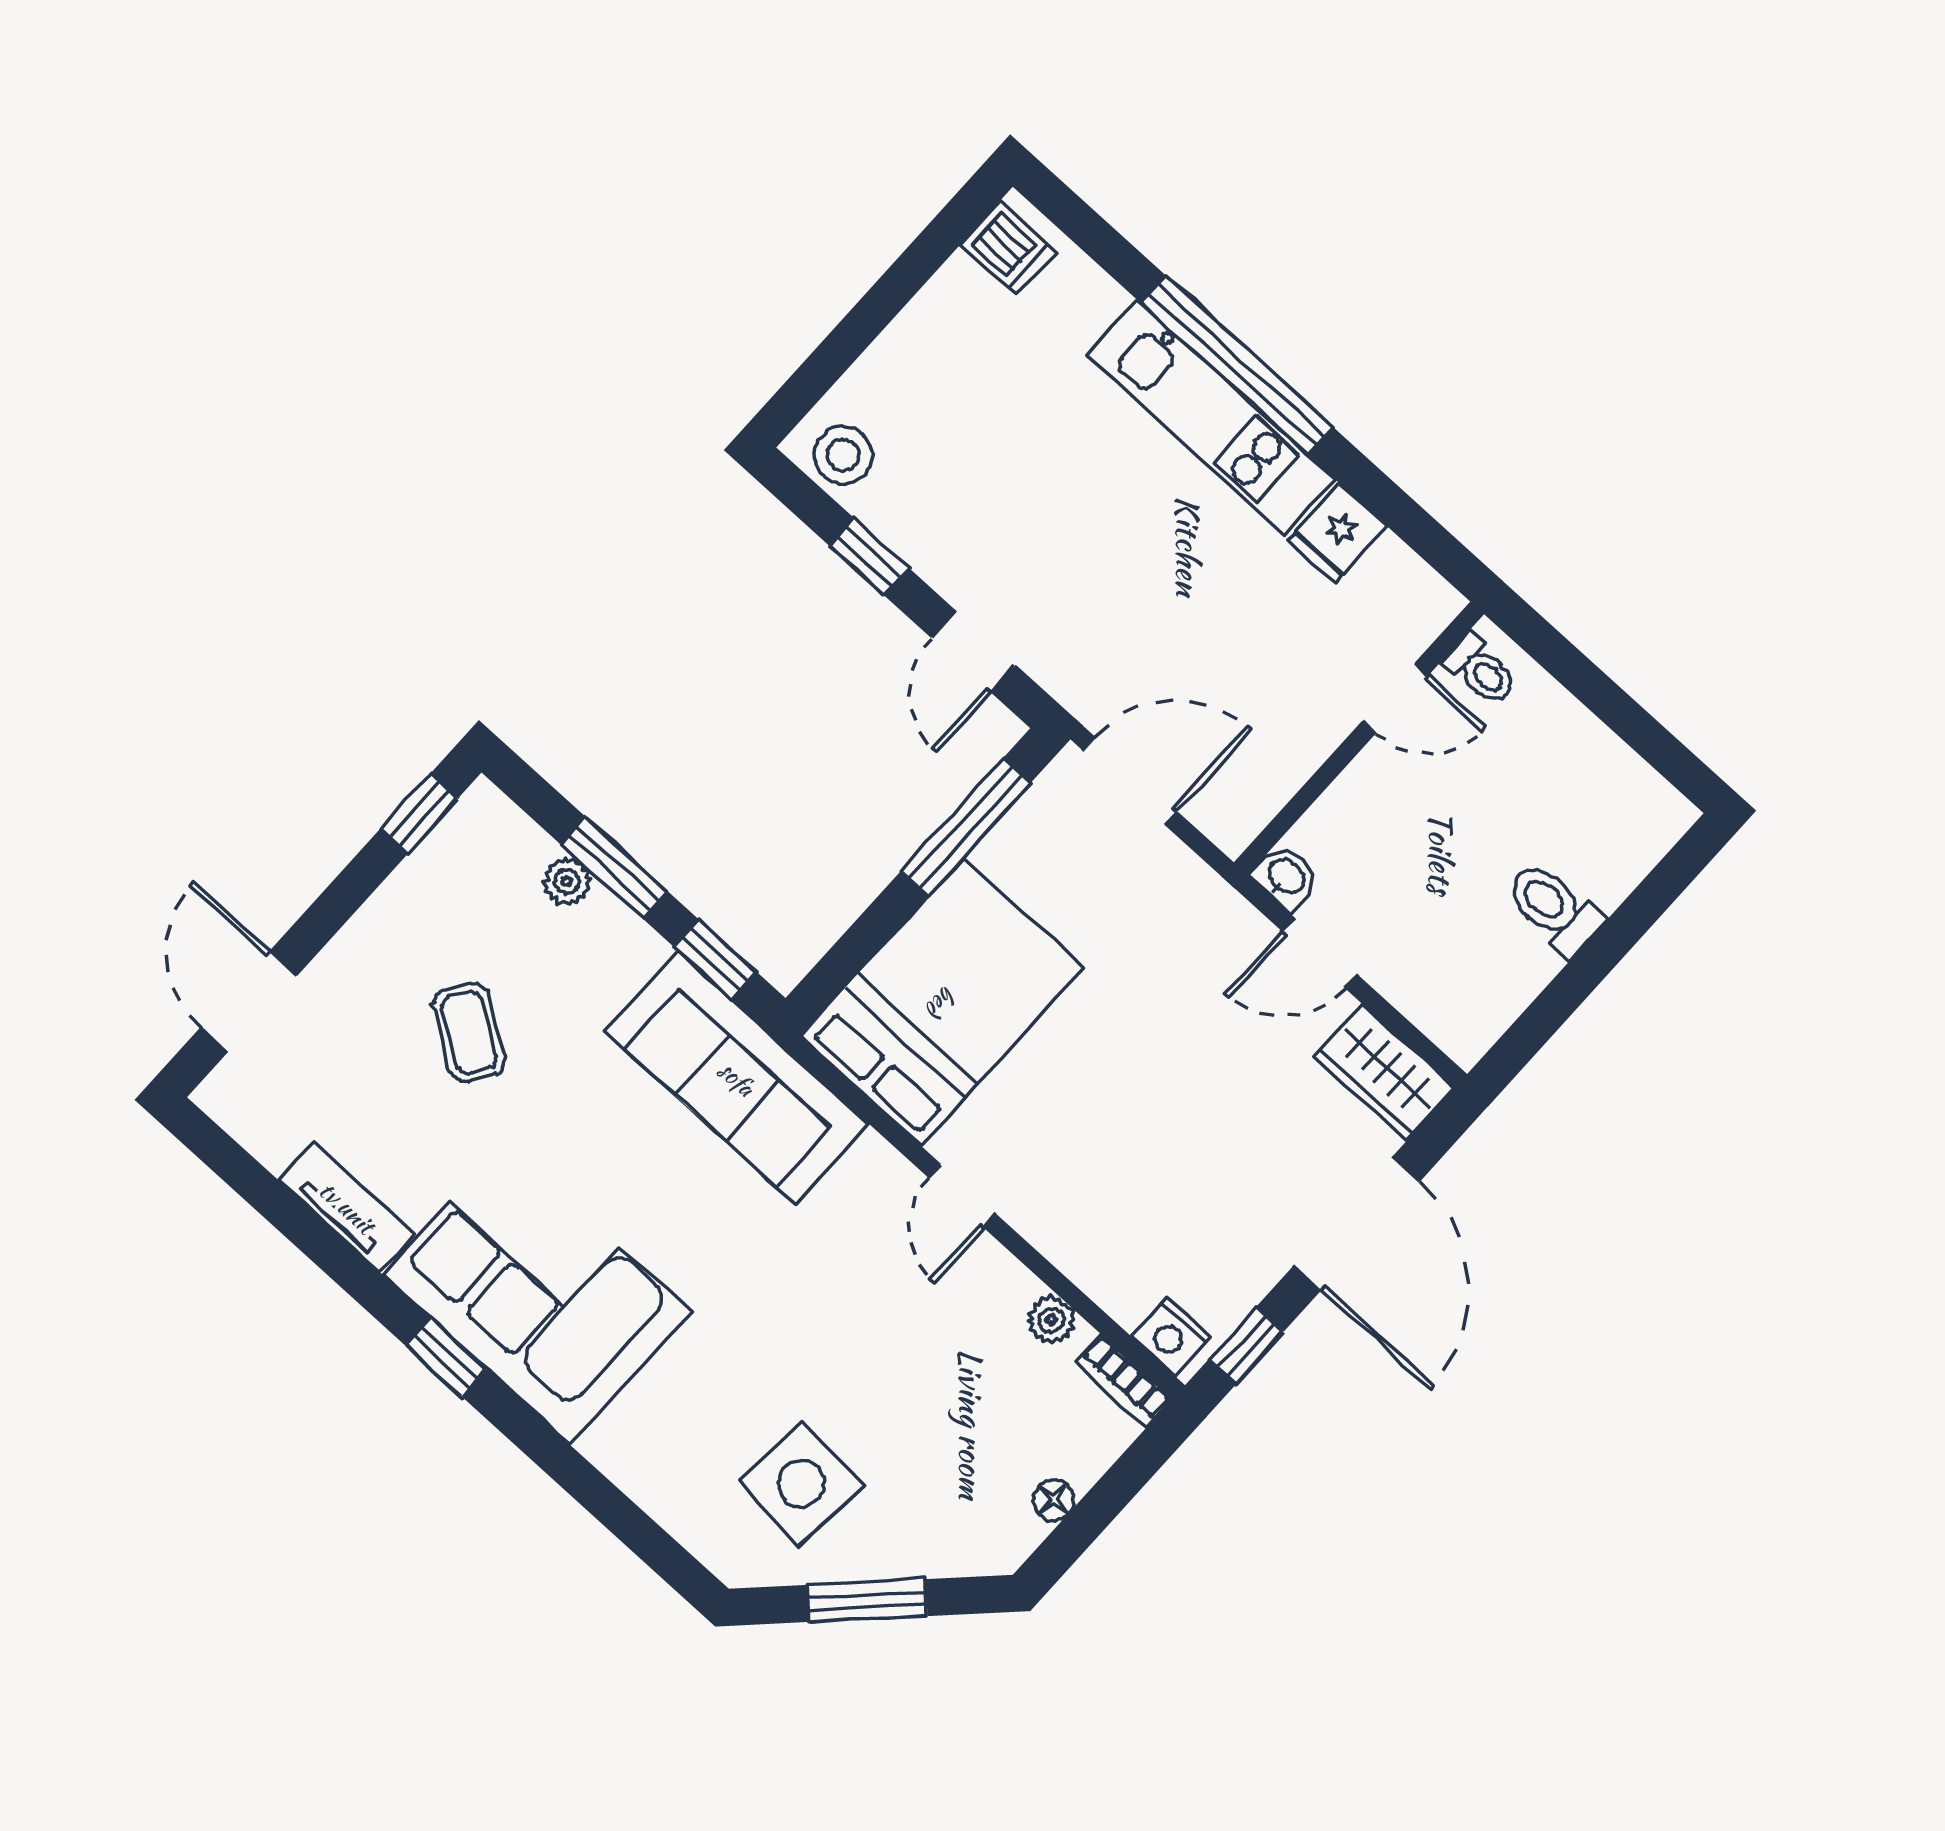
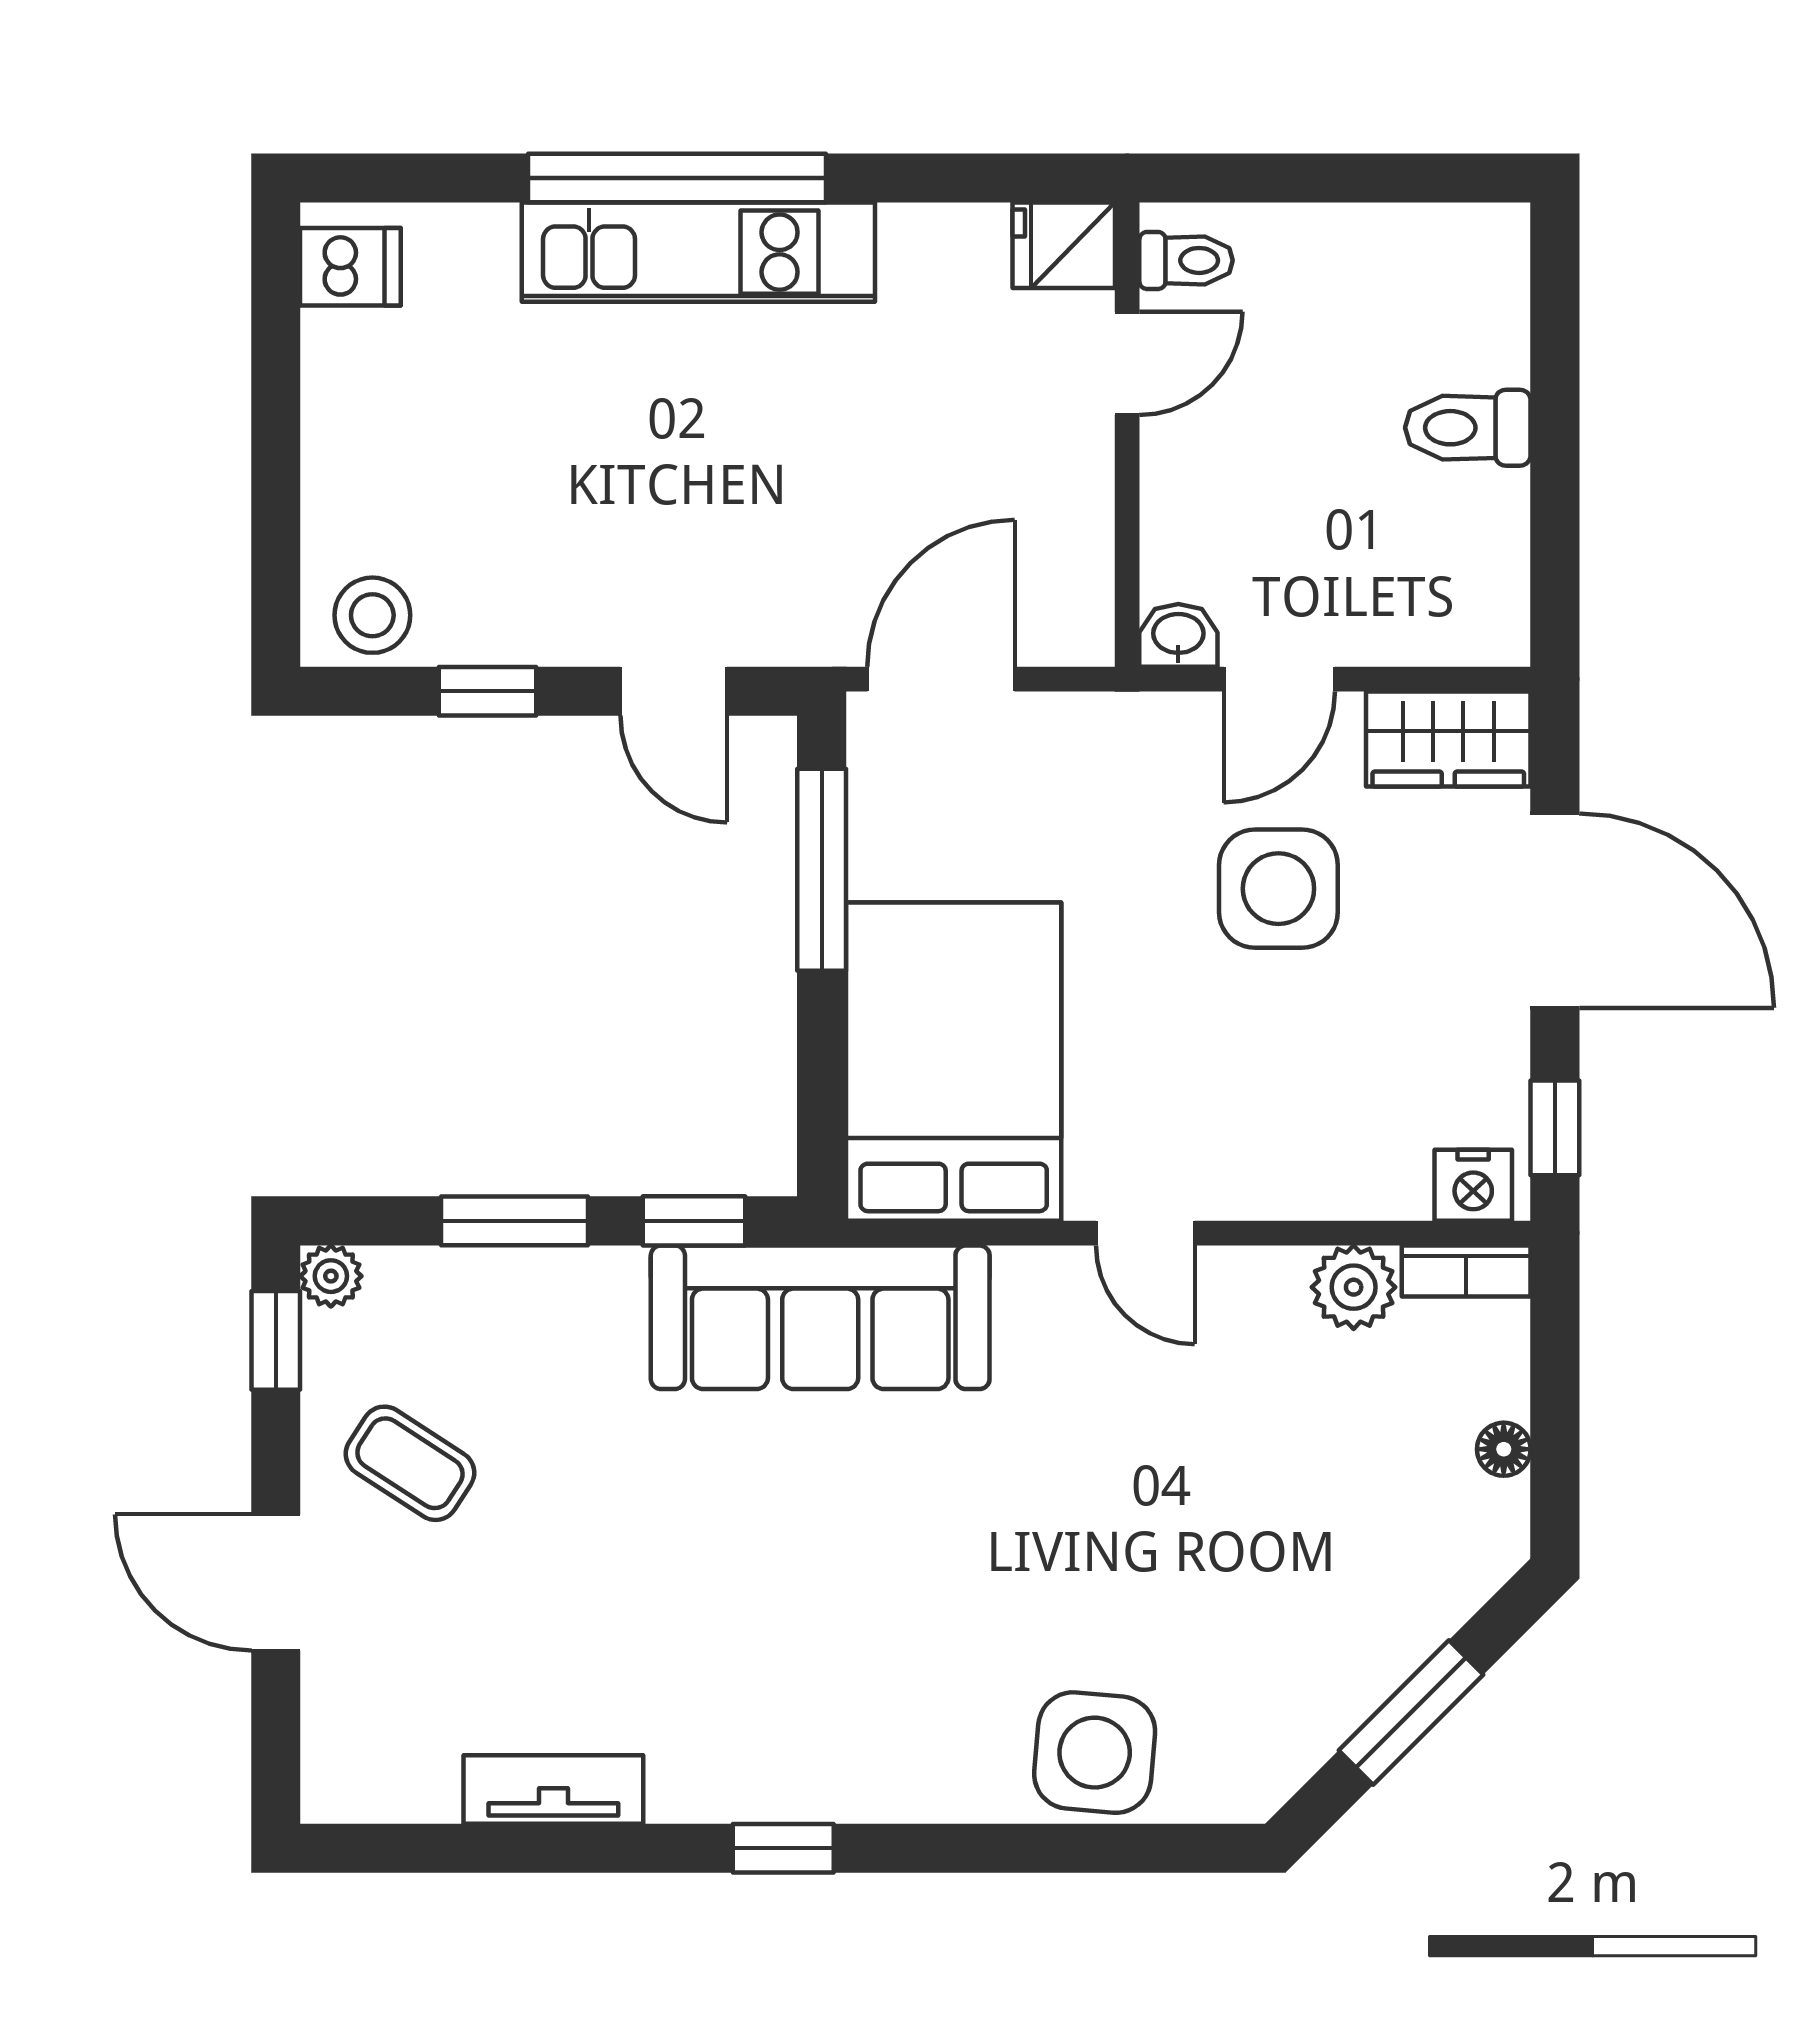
fridge: (1337, 533) -> (1064, 245), moved, turned 90
plant: (567, 881) -> (331, 1276), moved
door: (249, 1002) -> (276, 1582), moved
coffee table: (469, 1032) -> (410, 1463), moved
side table: (1213, 1070) -> (1278, 889), added
corner sofa: (537, 1293) -> (816, 1705), removed
plant: (1051, 1320) -> (1354, 1287), width x1.38, depth x1.38
side table: (801, 1483) -> (1095, 1753), moved

